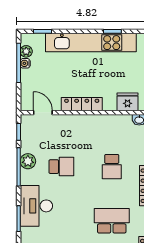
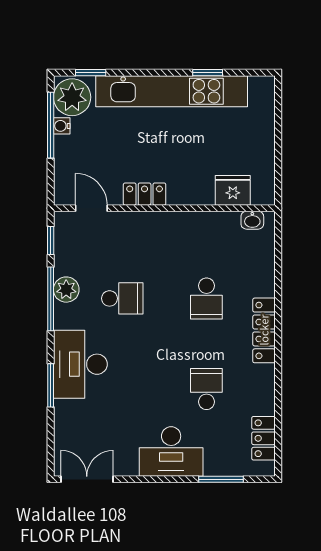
plant: (26, 51) -> (72, 97), width x1.88, depth x1.88
locker: (82, 104) -> (145, 194), width x0.66
school desk: (112, 221) -> (206, 389), width x0.54

